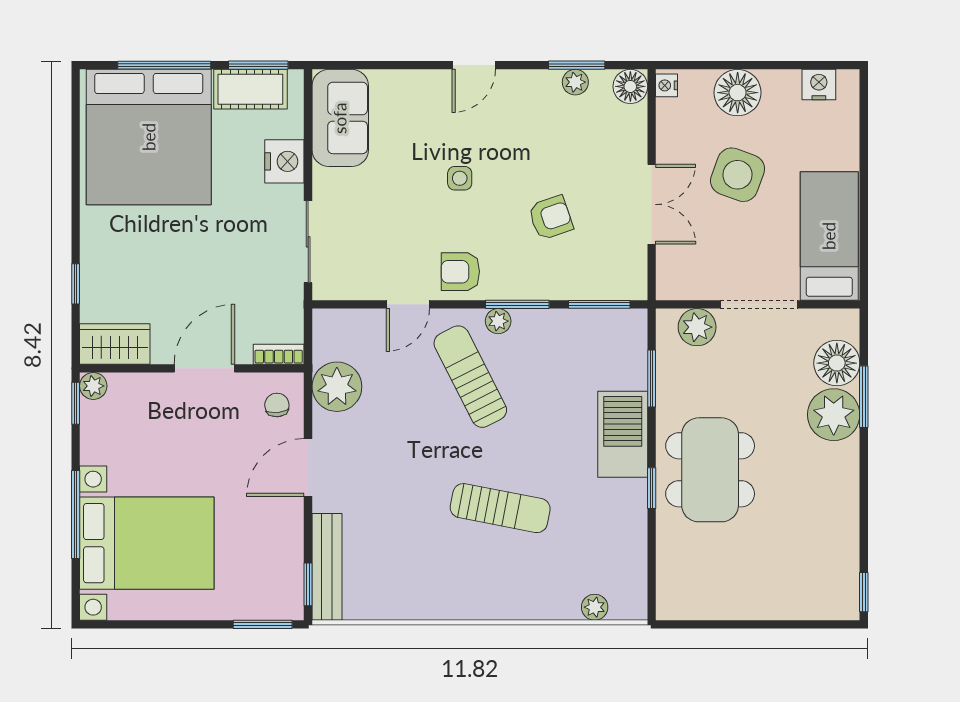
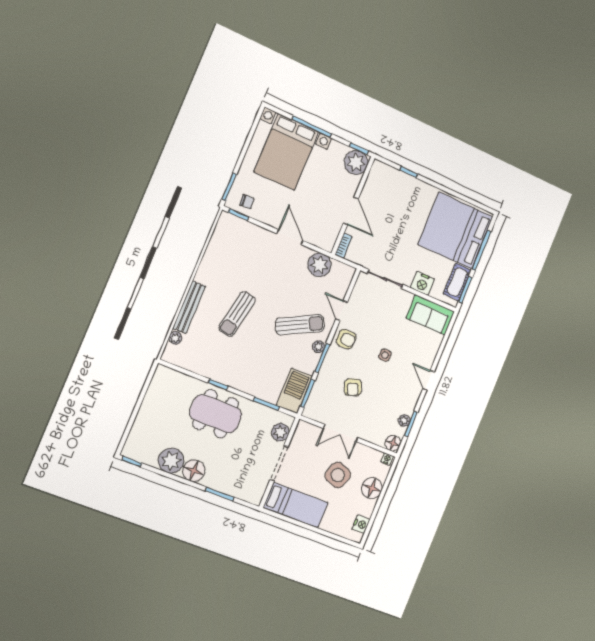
armchair: (460, 272) -> (346, 339), turned 90
wardrobe: (115, 344) -> (377, 177), removed
floor lamp: (837, 363) -> (194, 471), moved
plant: (93, 386) -> (356, 163), width x1.87, depth x1.87
chair: (277, 405) -> (247, 202), moved
plant: (834, 415) -> (171, 461), moved
barbecue: (623, 434) -> (294, 391), moved, turned -90
bench: (327, 567) -> (189, 307), moved, turned 90

